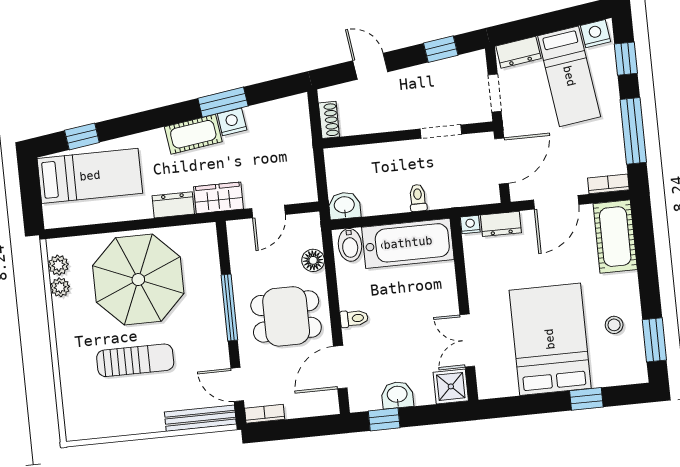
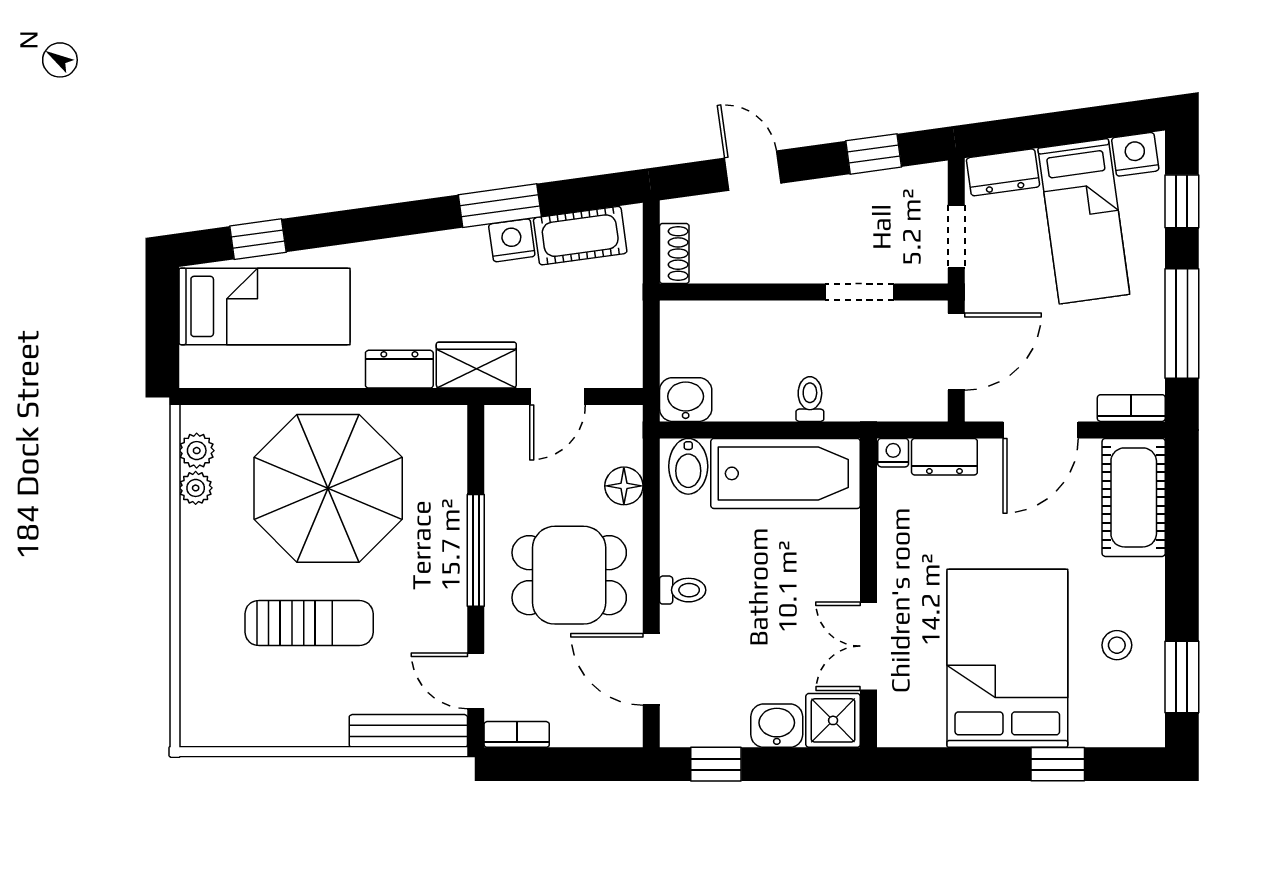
cot: (193, 134) -> (580, 236), moved
door: (340, 367) -> (651, 669), hinge flipped
washbasin: (397, 395) -> (777, 726), moved

